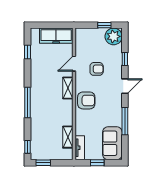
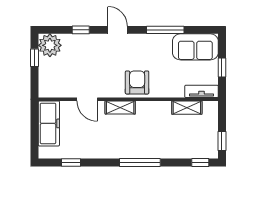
armchair: (97, 69) -> (94, 68), removed

